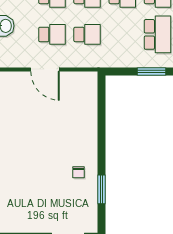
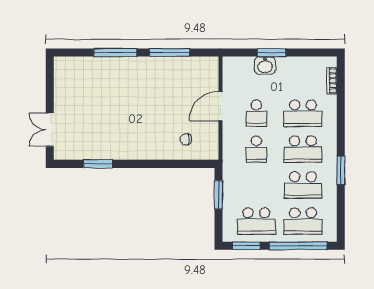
window: (151, 72) -> (218, 195), moved
chair: (79, 172) -> (186, 139), moved

